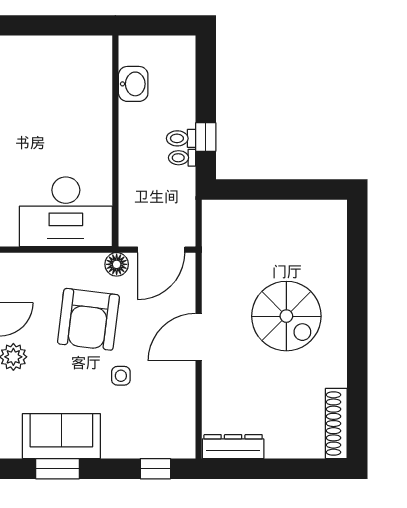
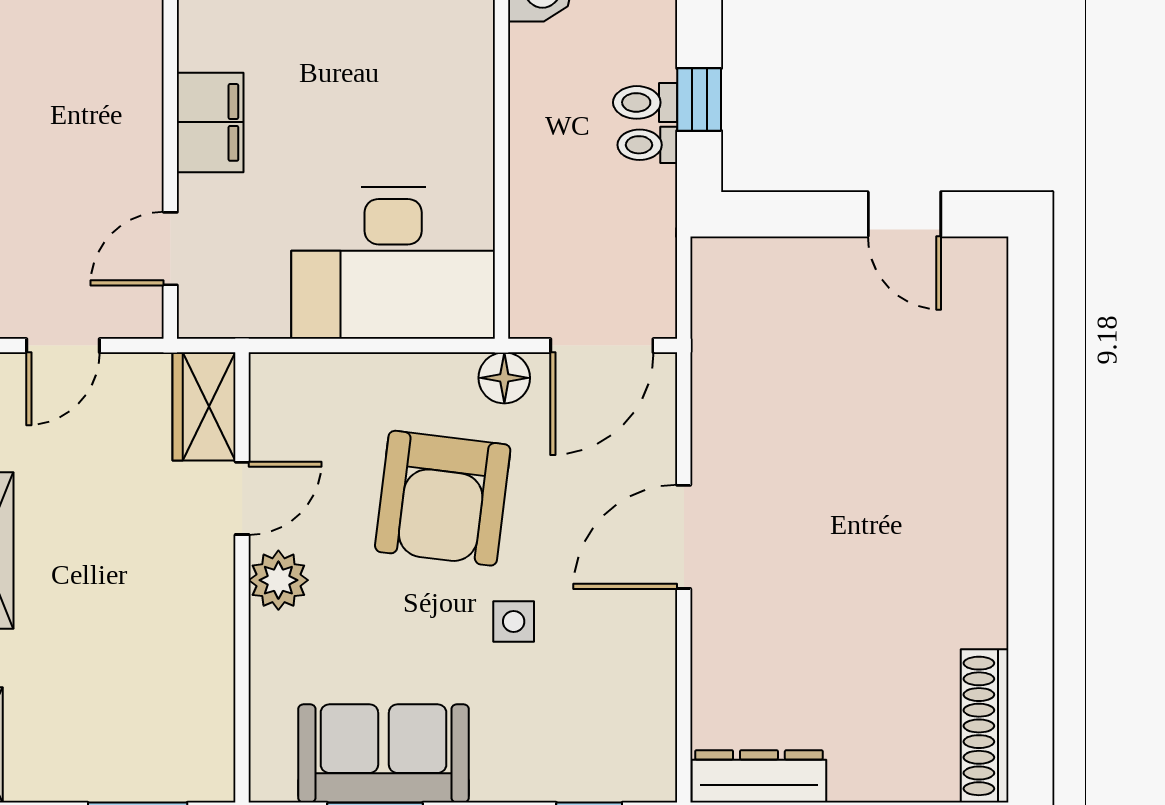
door: (300, 189) -> (904, 214), added
spiral stairs: (286, 316) -> (875, 491), removed

